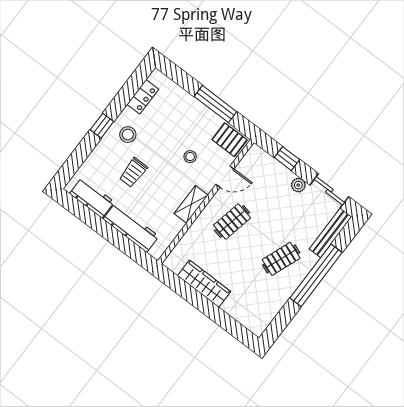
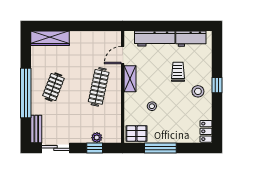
locker: (143, 97) -> (206, 131), moved
door: (225, 177) -> (123, 55), moved
plant: (298, 185) -> (97, 138), moved
clothes rail: (232, 222) -> (99, 87), width x1.36
bench: (330, 233) -> (36, 129), width x0.73
wardrobe: (204, 284) -> (50, 38), moved

